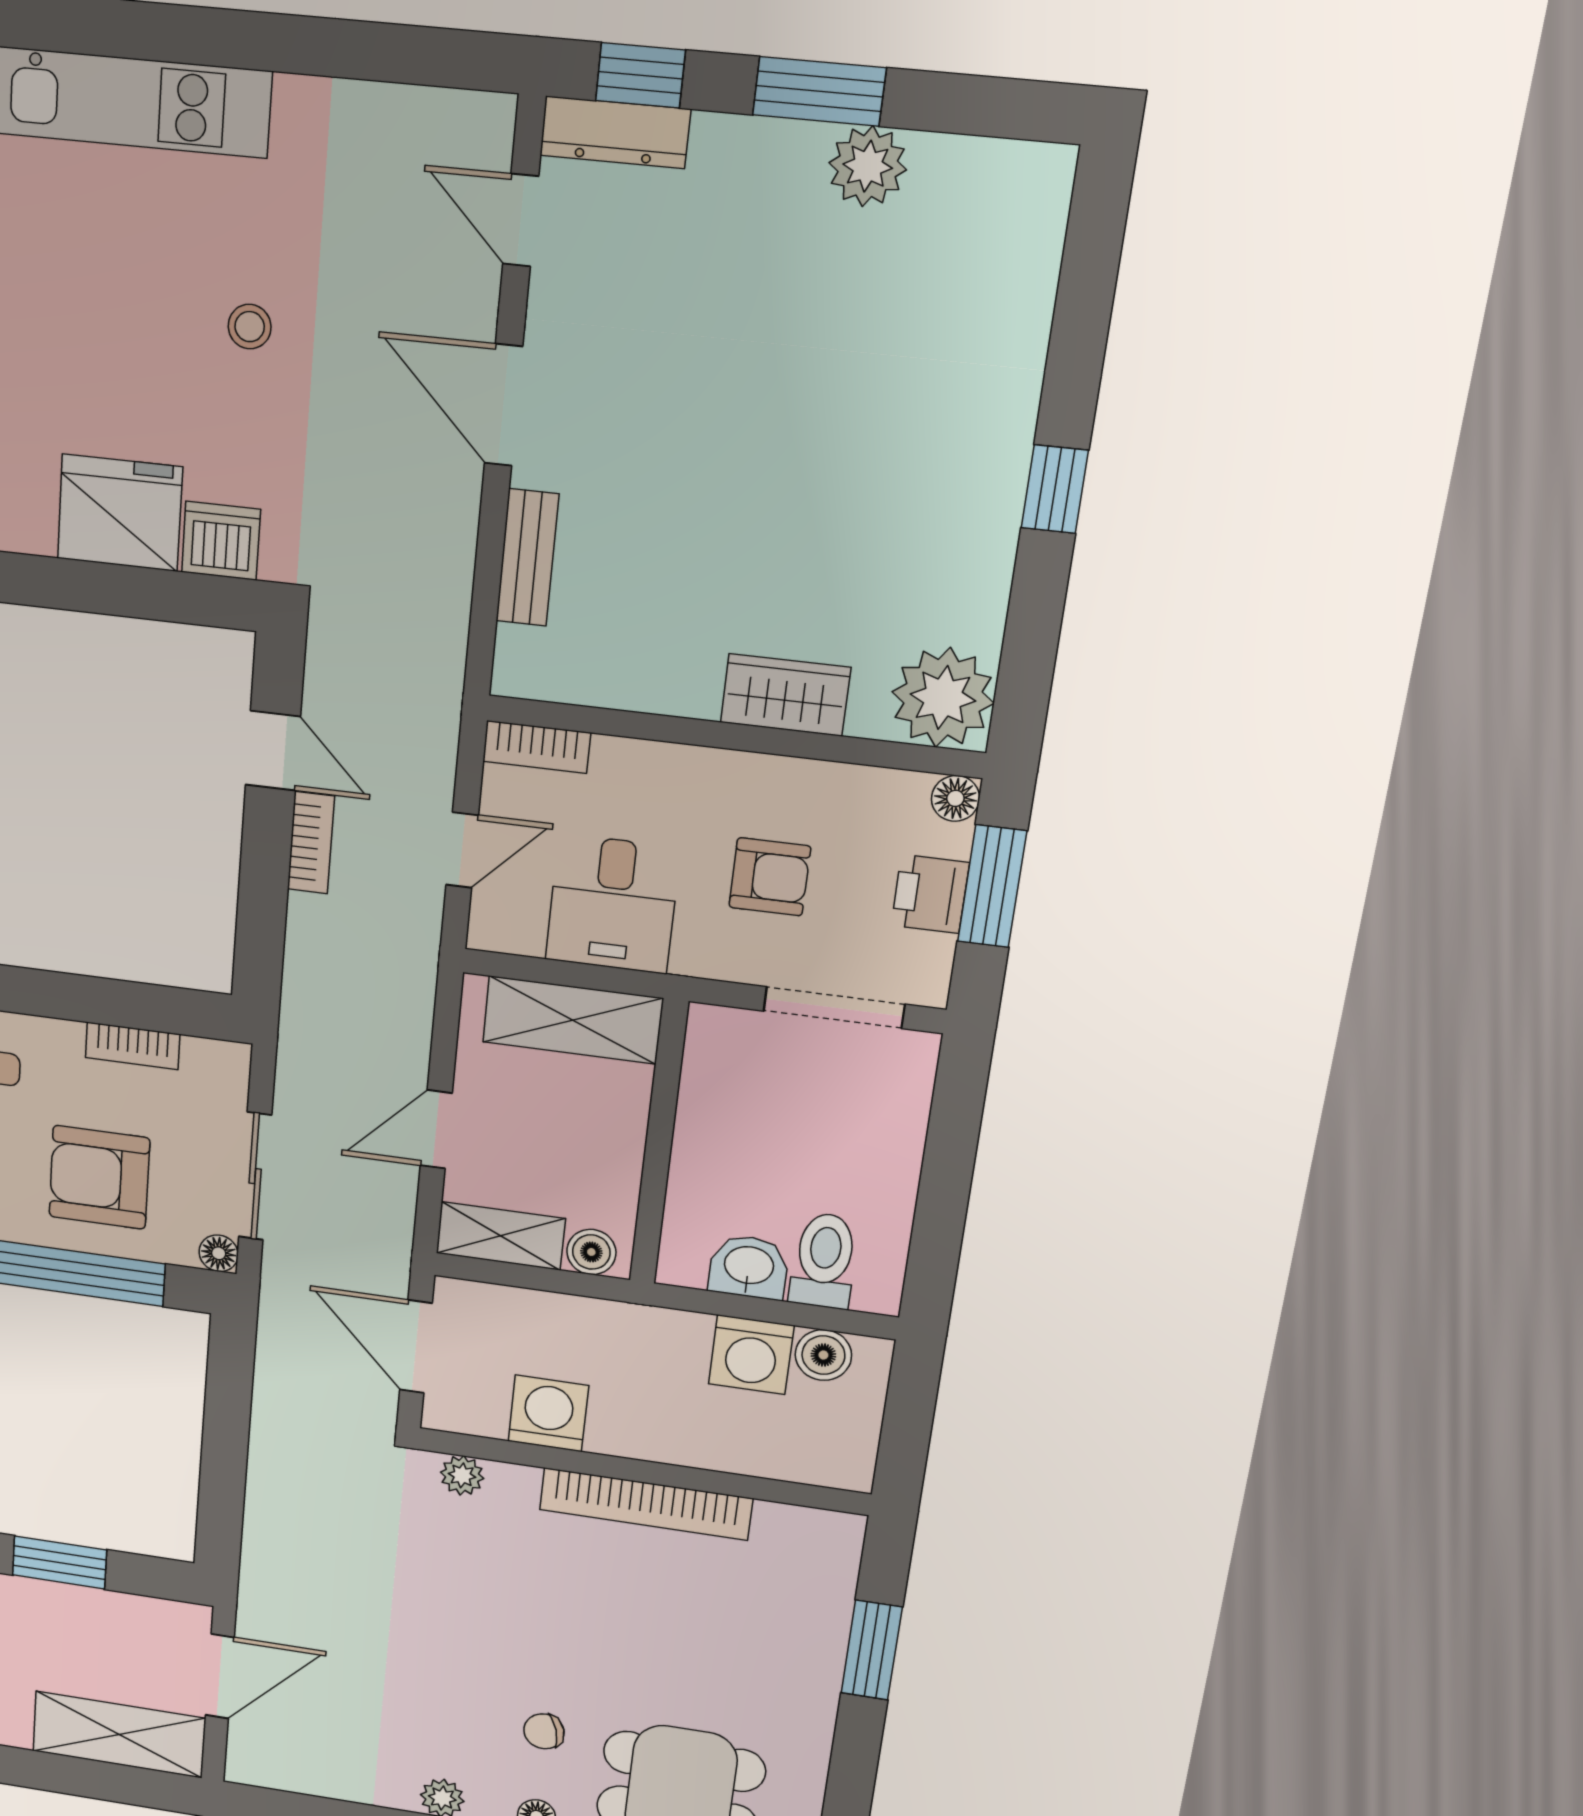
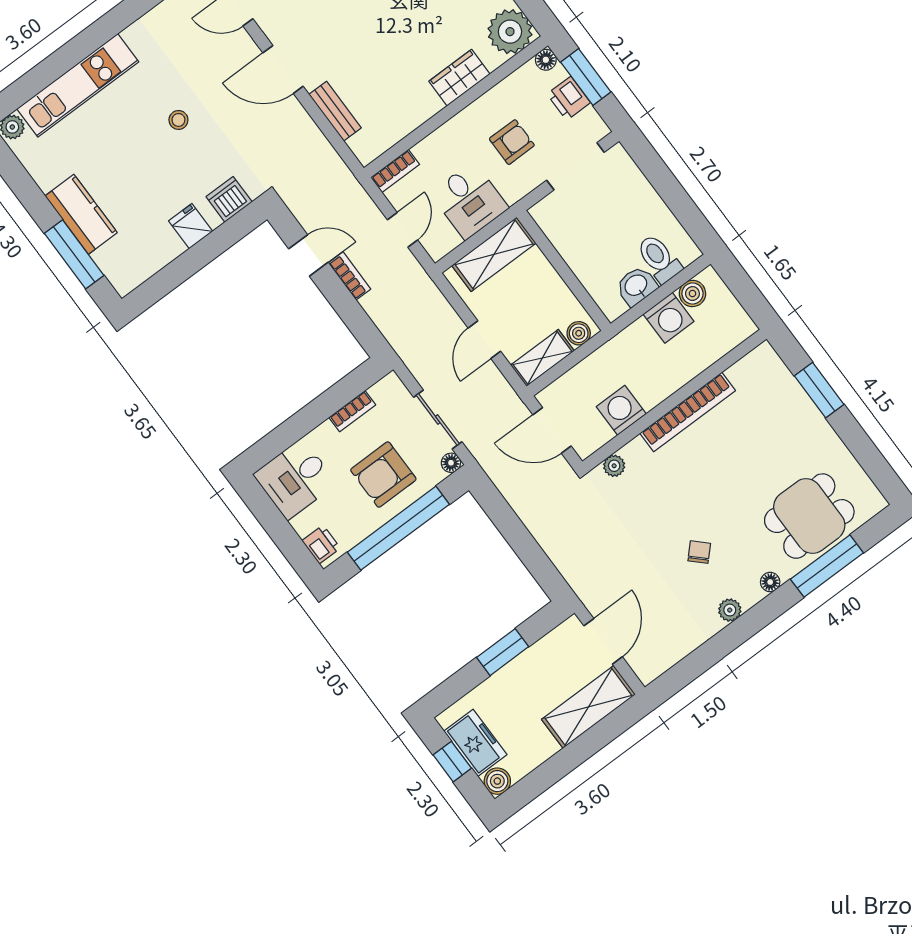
fridge: (120, 513) -> (191, 226), width x0.53, depth x0.75
chair: (544, 1731) -> (699, 552), moved, turned 150

